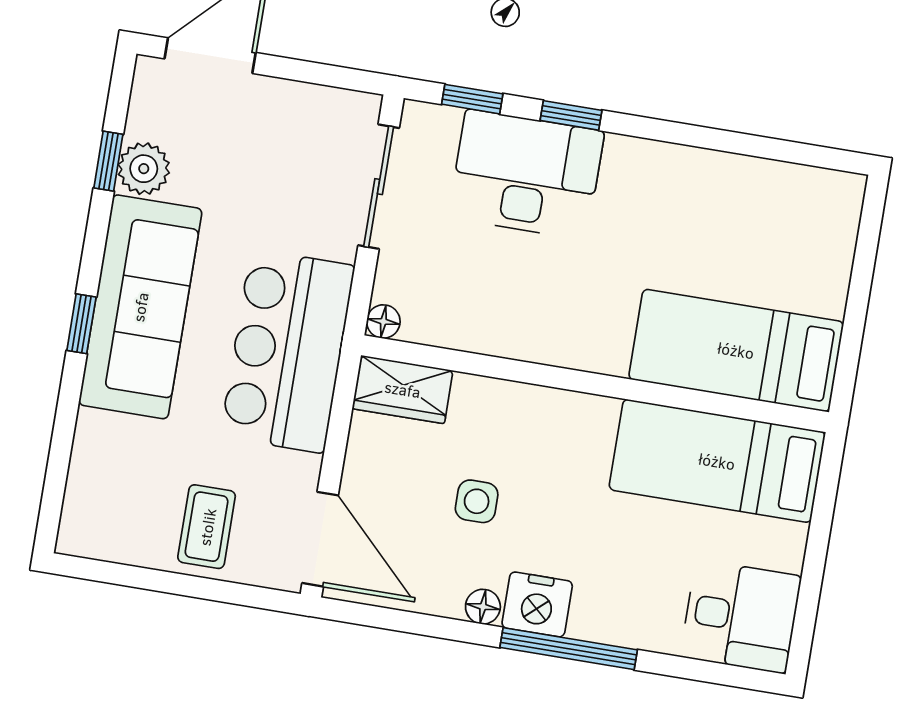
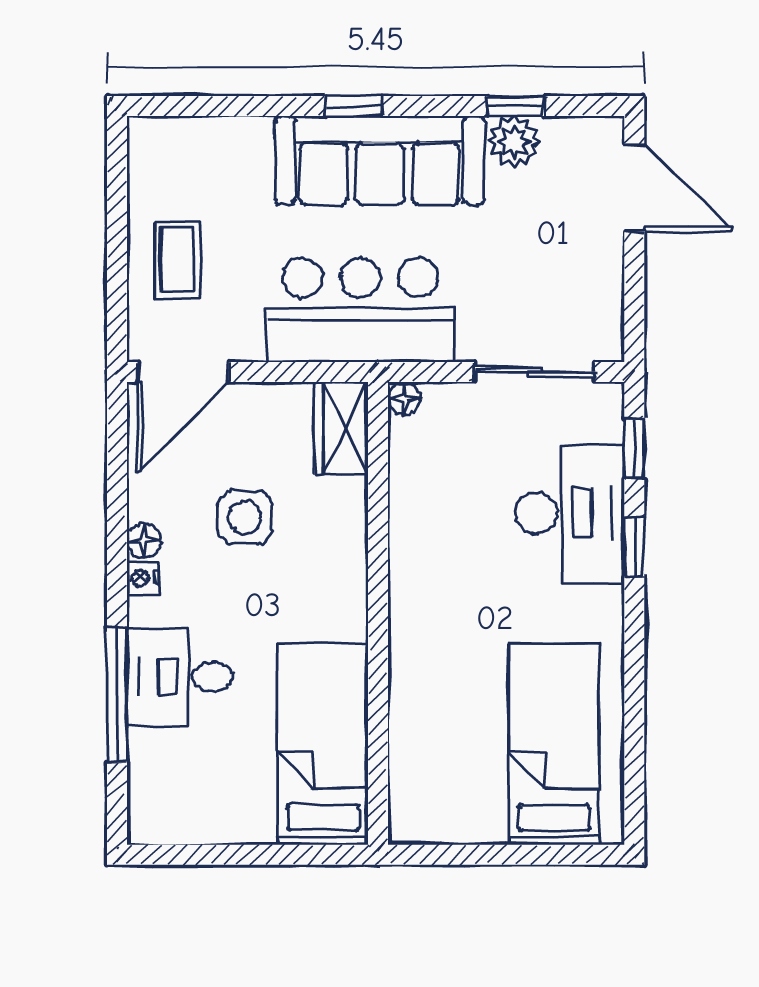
bed: (736, 350) -> (554, 745), moved
side table: (477, 501) -> (245, 517), width x1.37, depth x1.37
coffee table: (207, 527) -> (177, 260), turned 90
nightstand: (537, 604) -> (142, 578), width x0.53, depth x0.56
desk: (741, 616) -> (180, 677), moved, turned 90
window: (569, 649) -> (117, 695), moved

